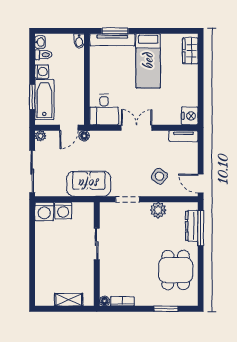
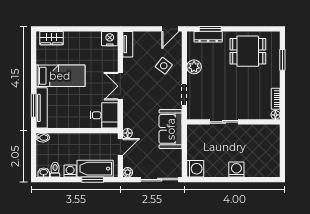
door: (69, 128) -> (120, 147), hinge flipped
washing machine: (63, 211) -> (236, 170), moved, turned -90
window: (201, 228) -> (210, 29), width x0.69
shelving: (69, 300) -> (274, 147), removed

